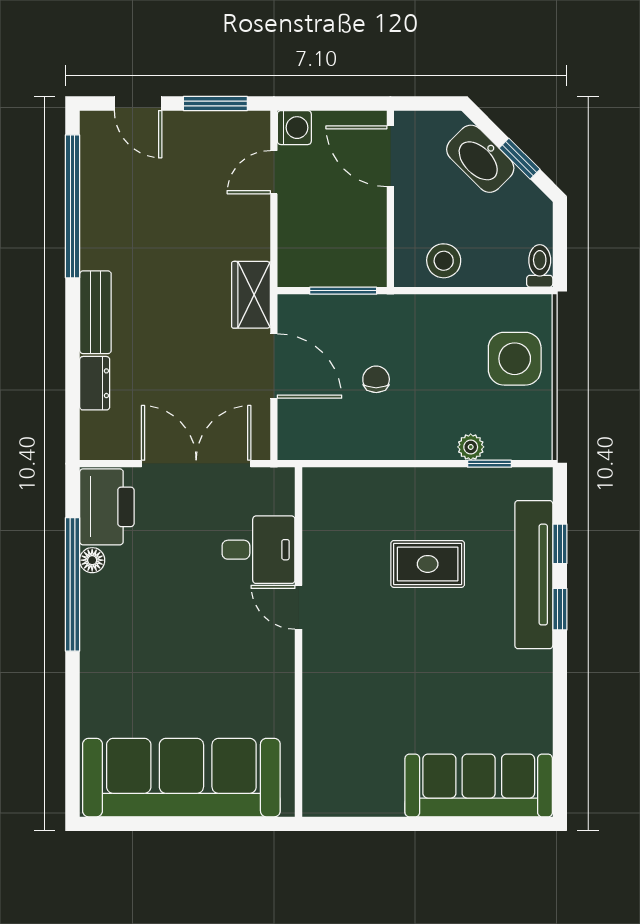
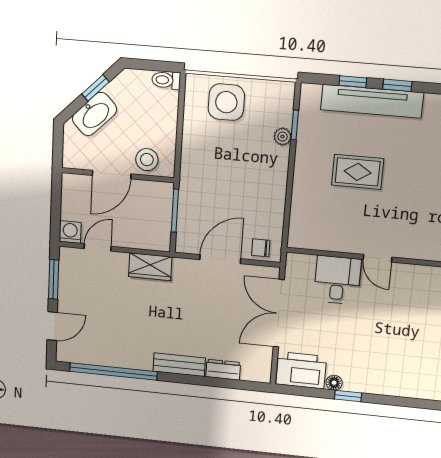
door: (390, 156) -> (112, 175), moved
door: (274, 172) -> (98, 247), swing flipped
stool: (444, 261) -> (147, 160), moved
wardrobe: (251, 295) -> (150, 267), moved
chair: (376, 379) -> (261, 248), moved
rug: (428, 564) -> (358, 172), turned 90
window: (73, 584) -> (348, 396), width x0.32
door: (299, 607) -> (377, 258), hinge flipped

